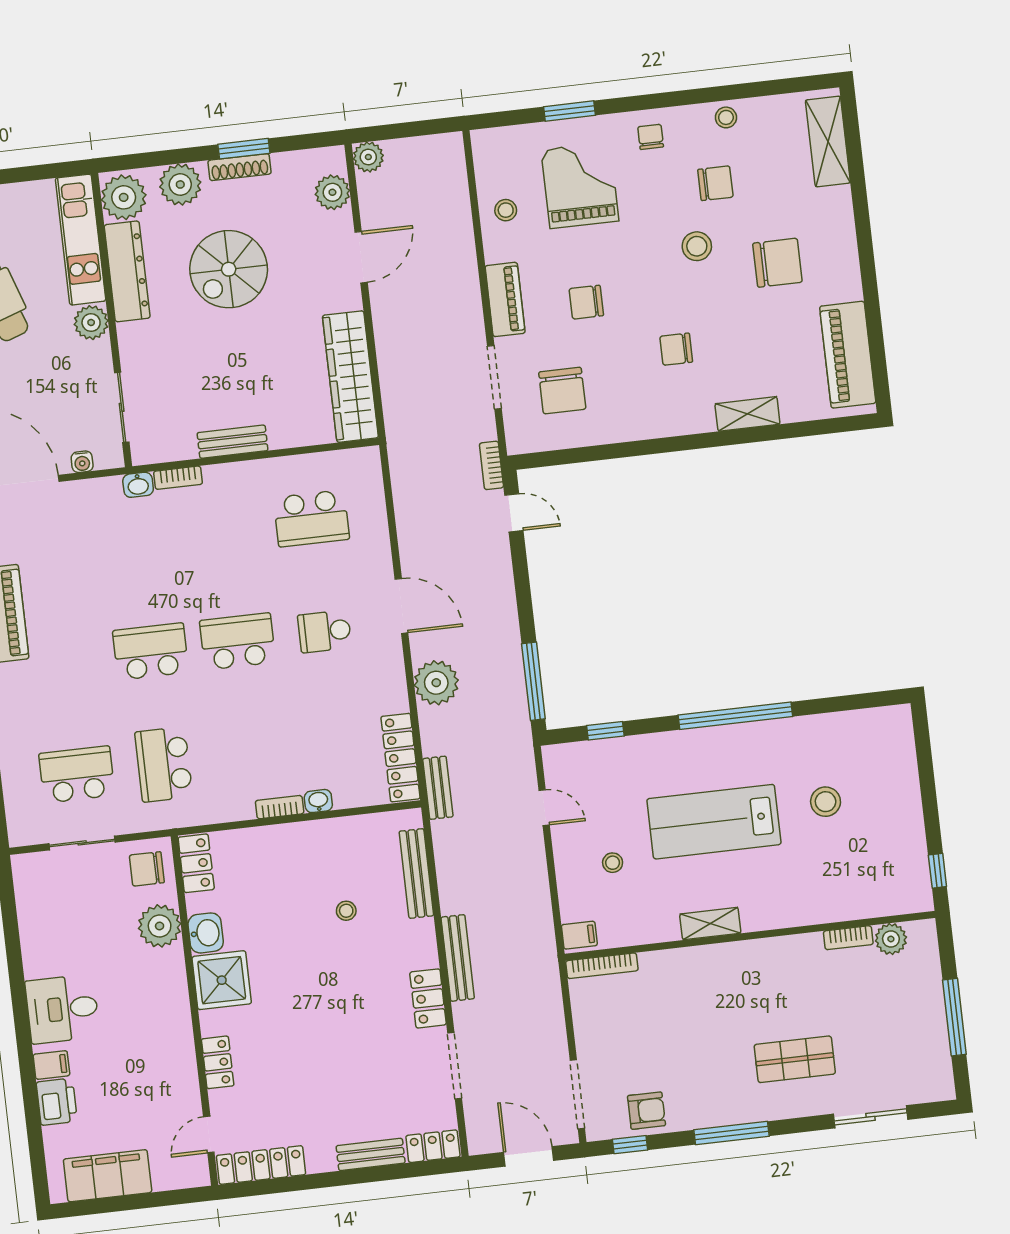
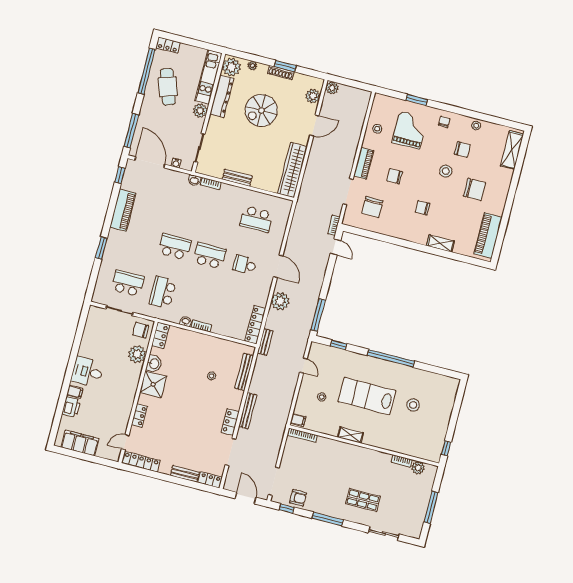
plant: (180, 184) -> (252, 66), width x0.53, depth x0.53
washbasin: (318, 801) -> (186, 321), moved

